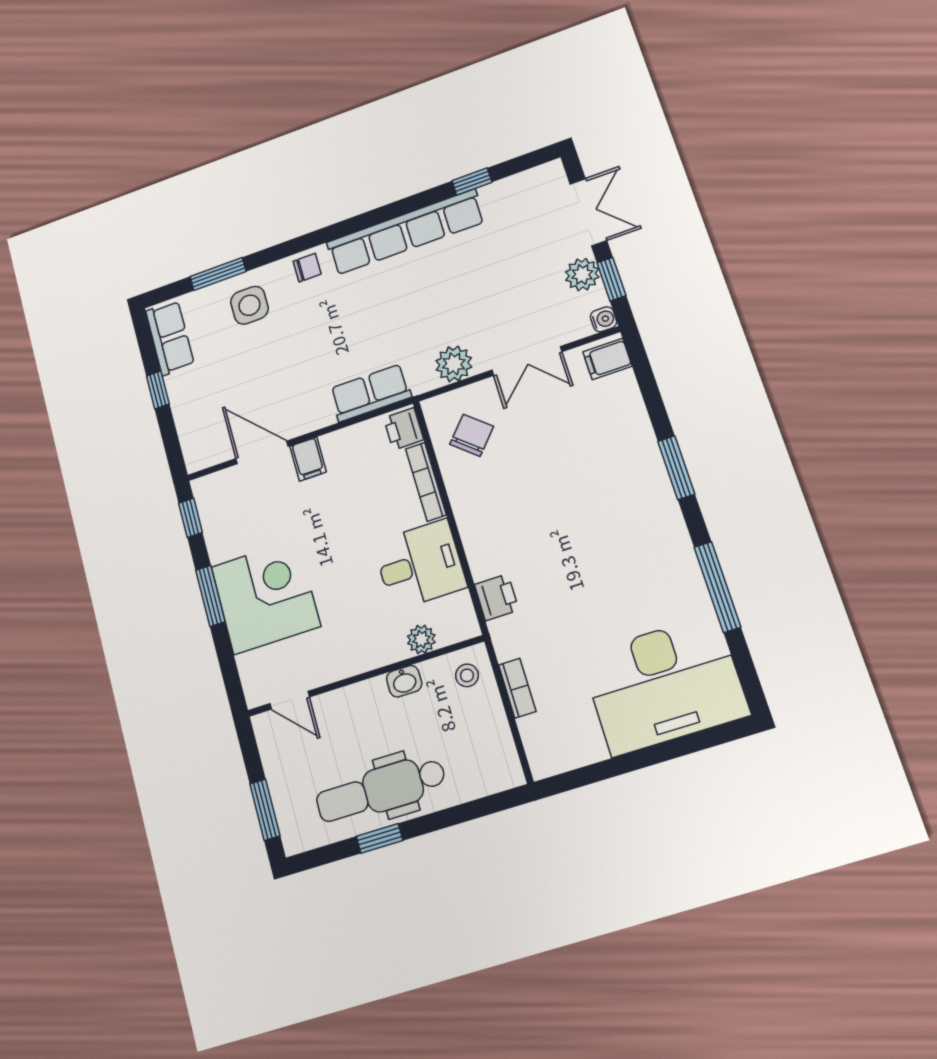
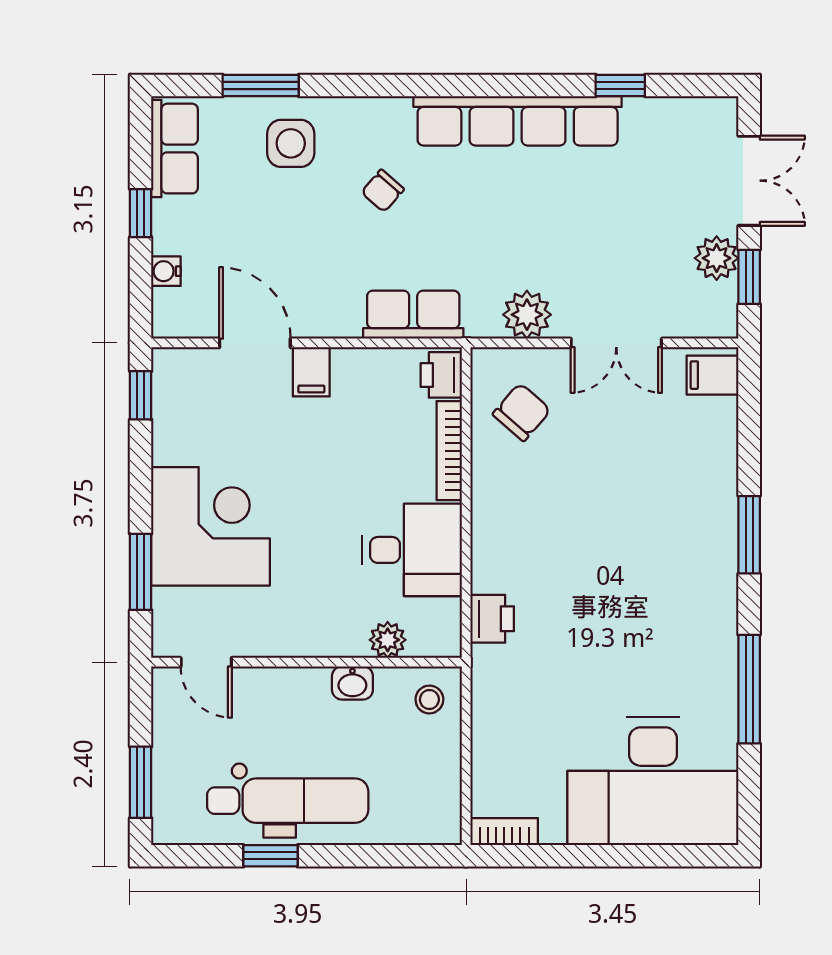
chair: (307, 268) -> (383, 191), moved, turned 131
water cooler: (604, 319) -> (166, 271), moved, turned 180
window: (210, 596) -> (141, 572), moved
bookcase: (517, 688) -> (504, 832), moved, turned -90
dental chair: (381, 790) -> (288, 801), turned 180

